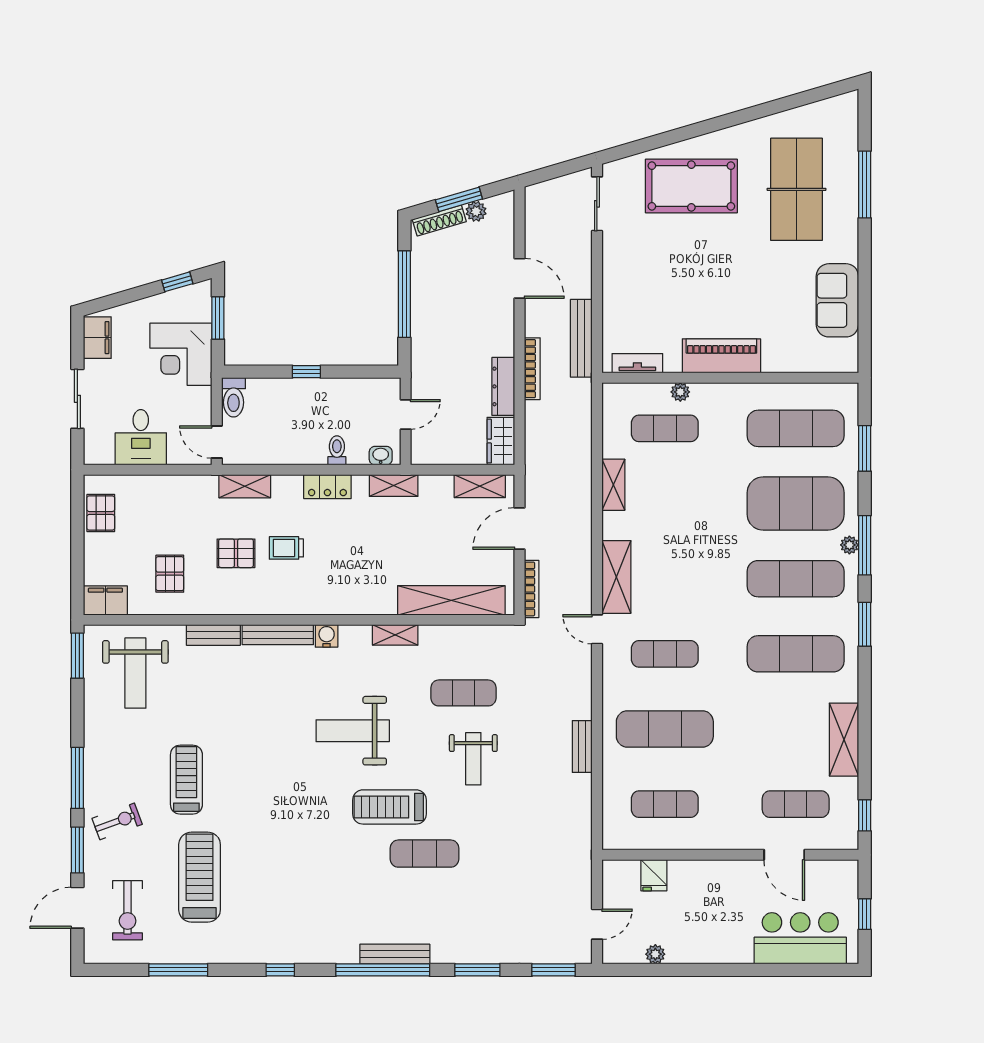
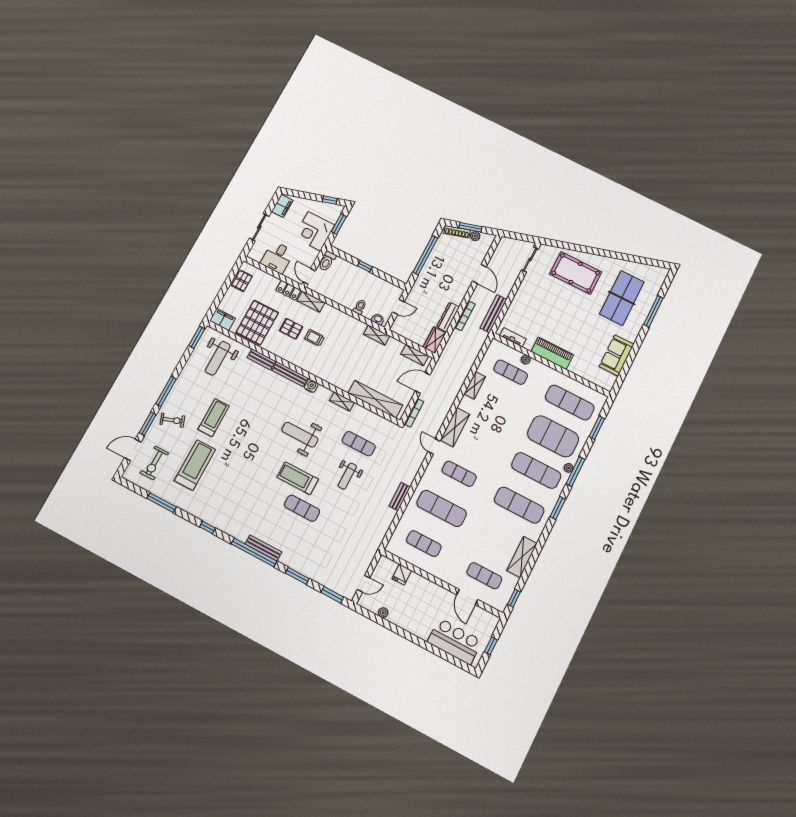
locker: (327, 487) -> (288, 290), moved
pallet: (170, 574) -> (257, 323), width x2.05, depth x2.00

